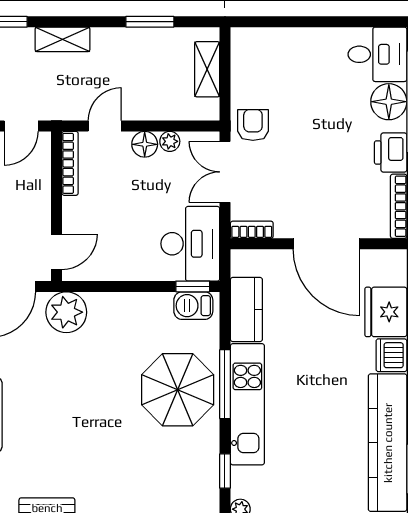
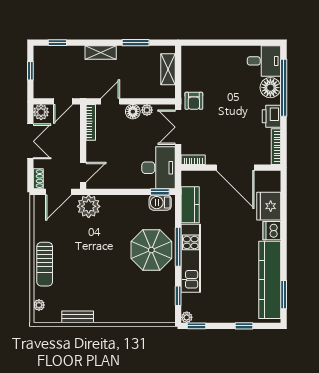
shelving: (63, 39) -> (101, 53), moved
armchair: (253, 125) -> (194, 101), turned 180

